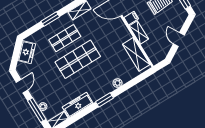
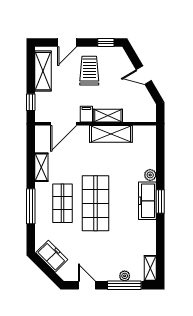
window: (50, 19) -> (31, 206), width x1.44
shelving: (136, 54) -> (111, 134), moved
freezer: (78, 105) -> (147, 201), moved

